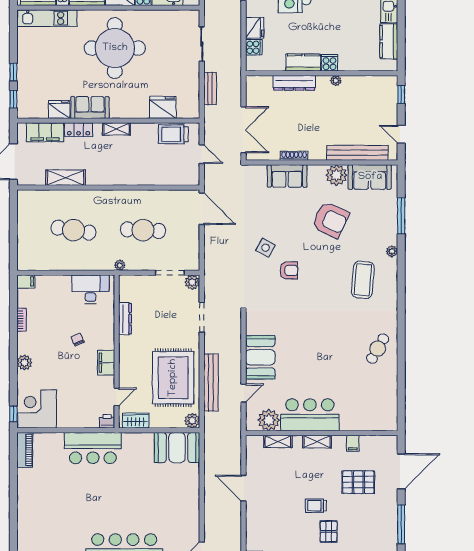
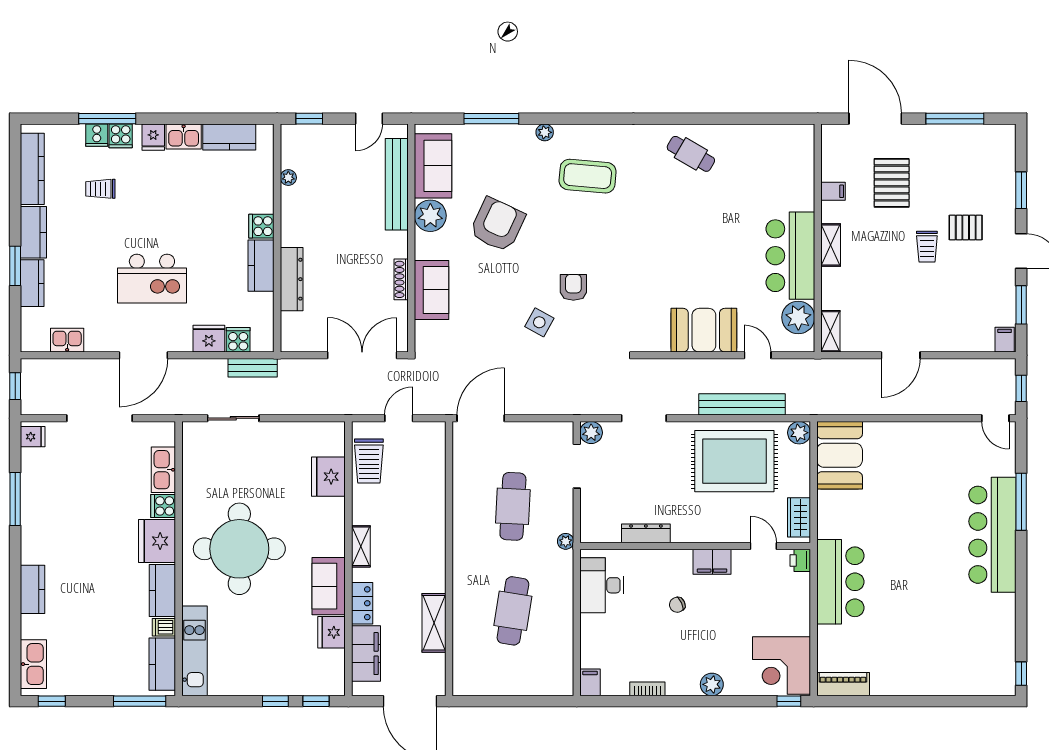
plant: (336, 81) -> (288, 178), moved
bench: (210, 88) -> (253, 368), moved
shelving: (278, 441) -> (830, 331), moved

